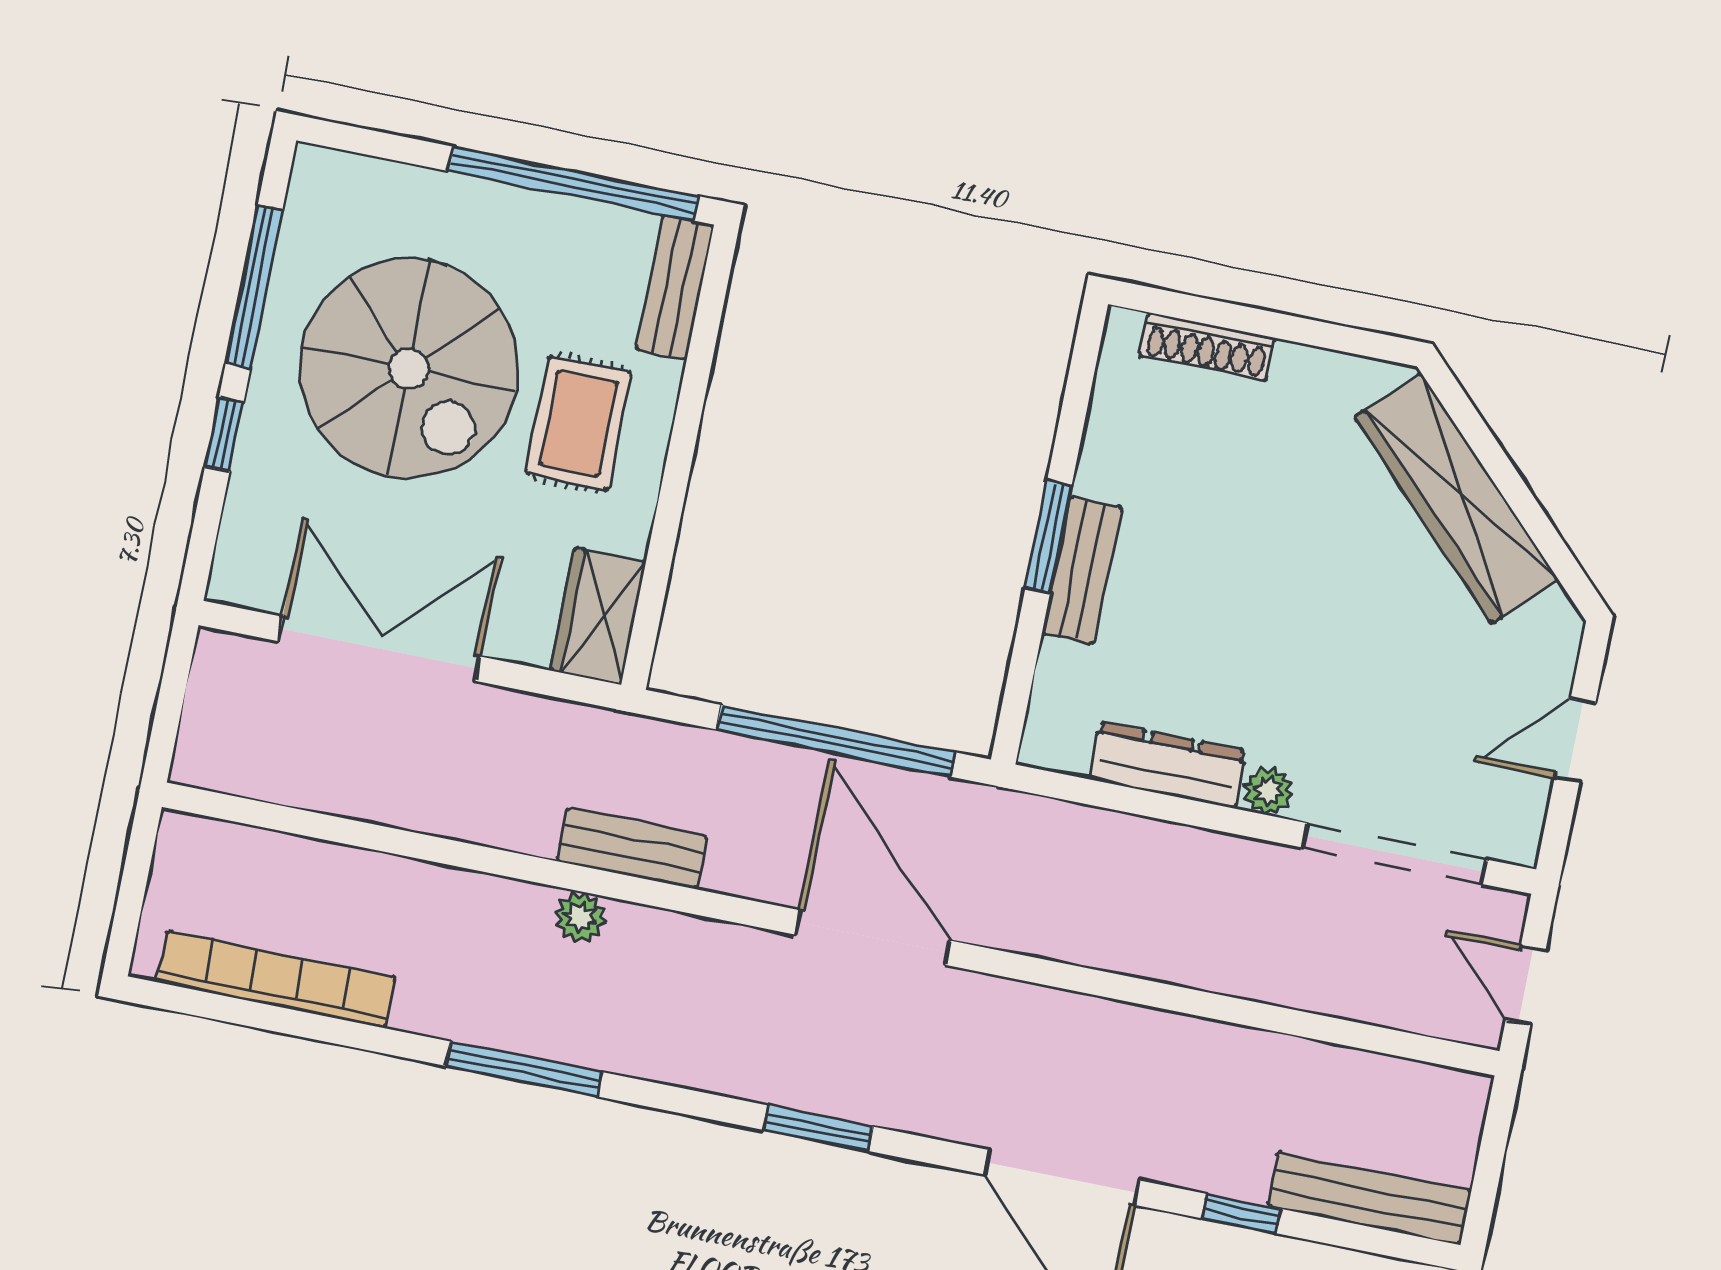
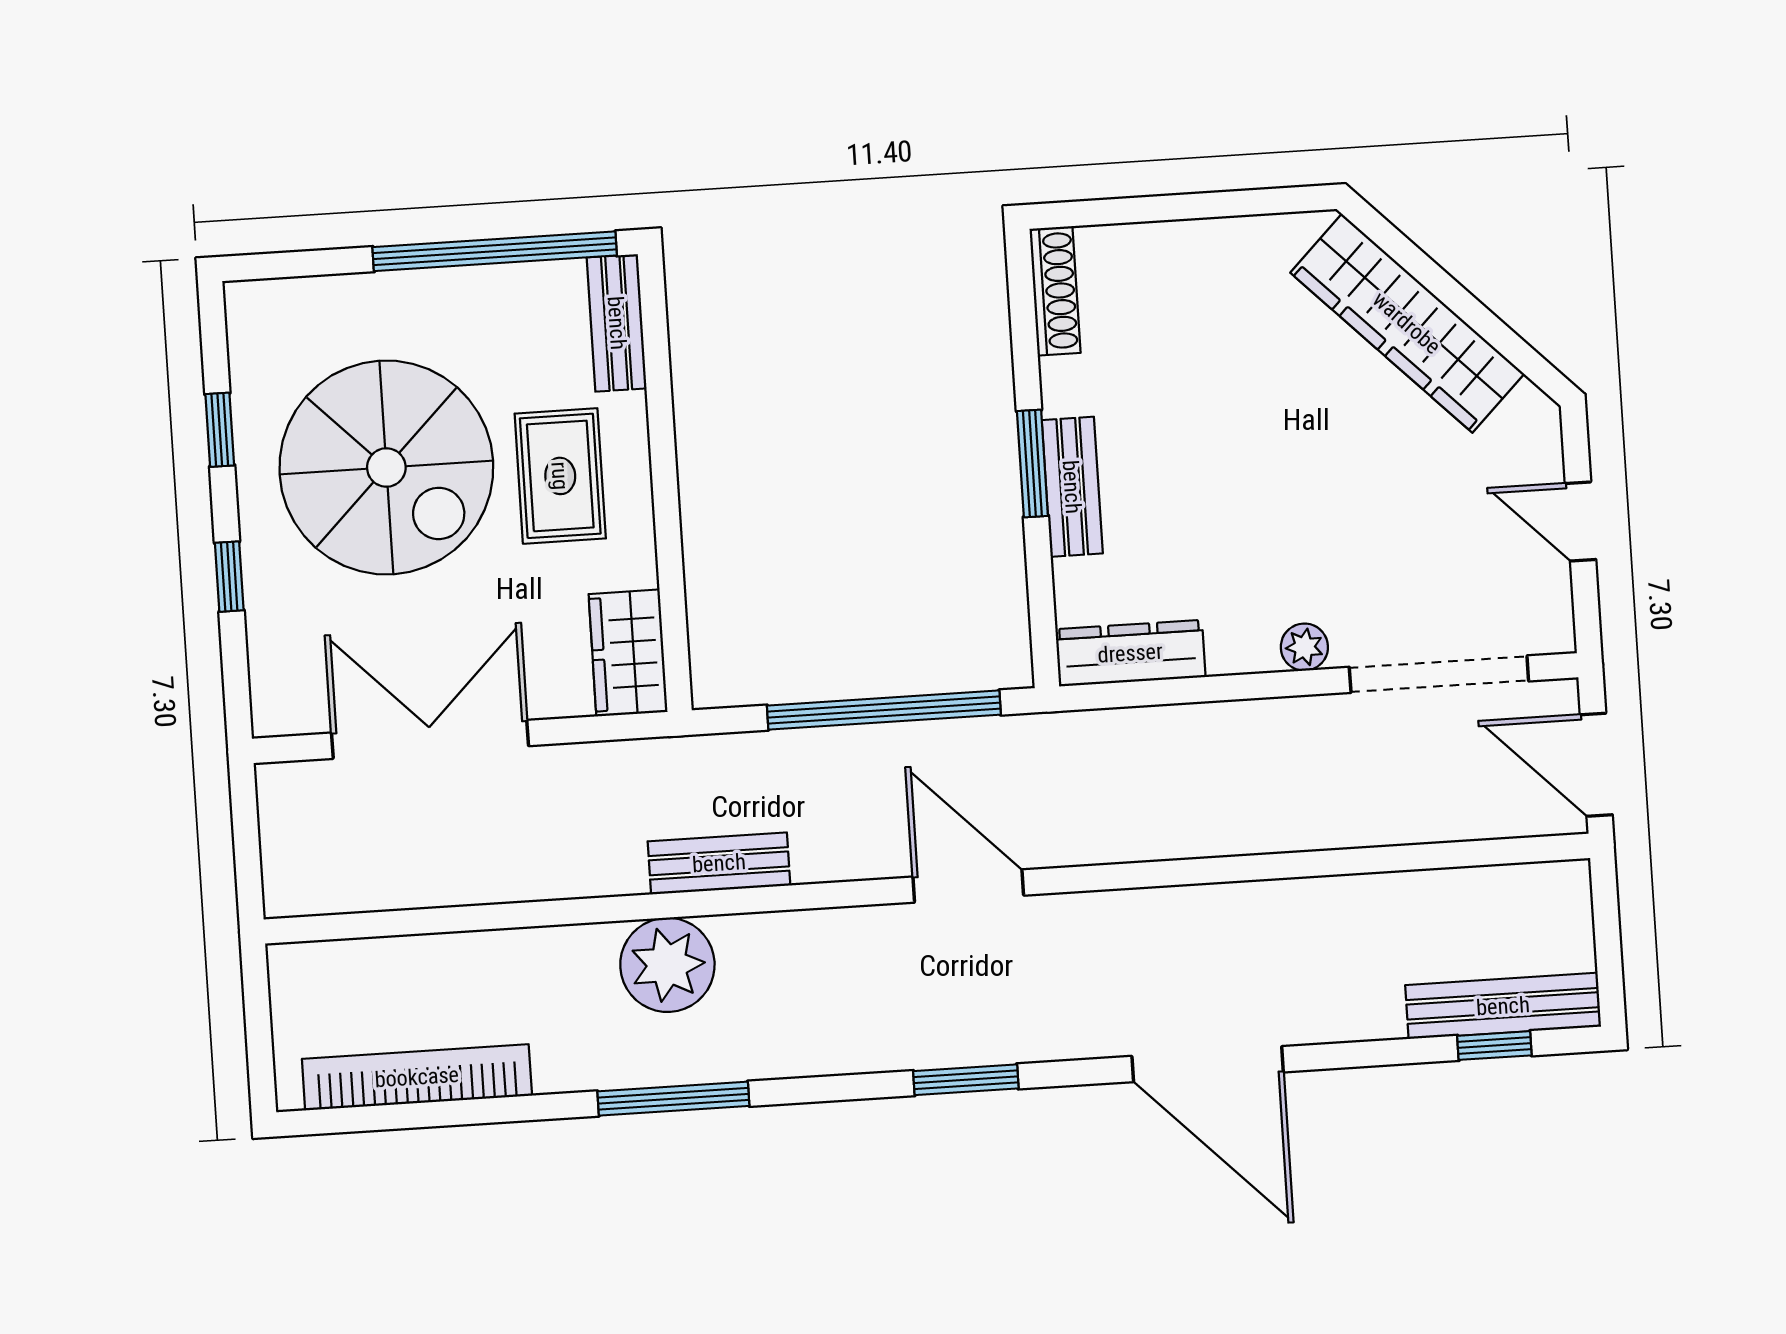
window: (254, 287) -> (220, 430), width x0.46
shoe rack: (1207, 347) -> (1055, 291), moved, turned -90
door: (1575, 740) -> (1581, 521), hinge flipped
dresser: (1167, 765) -> (1130, 653), moved
plant: (580, 917) -> (667, 965), width x1.87, depth x1.87
door: (872, 937) -> (968, 886), width x0.73
door: (1526, 985) -> (1596, 765), width x1.38
window: (1242, 1214) -> (1494, 1046), moved

